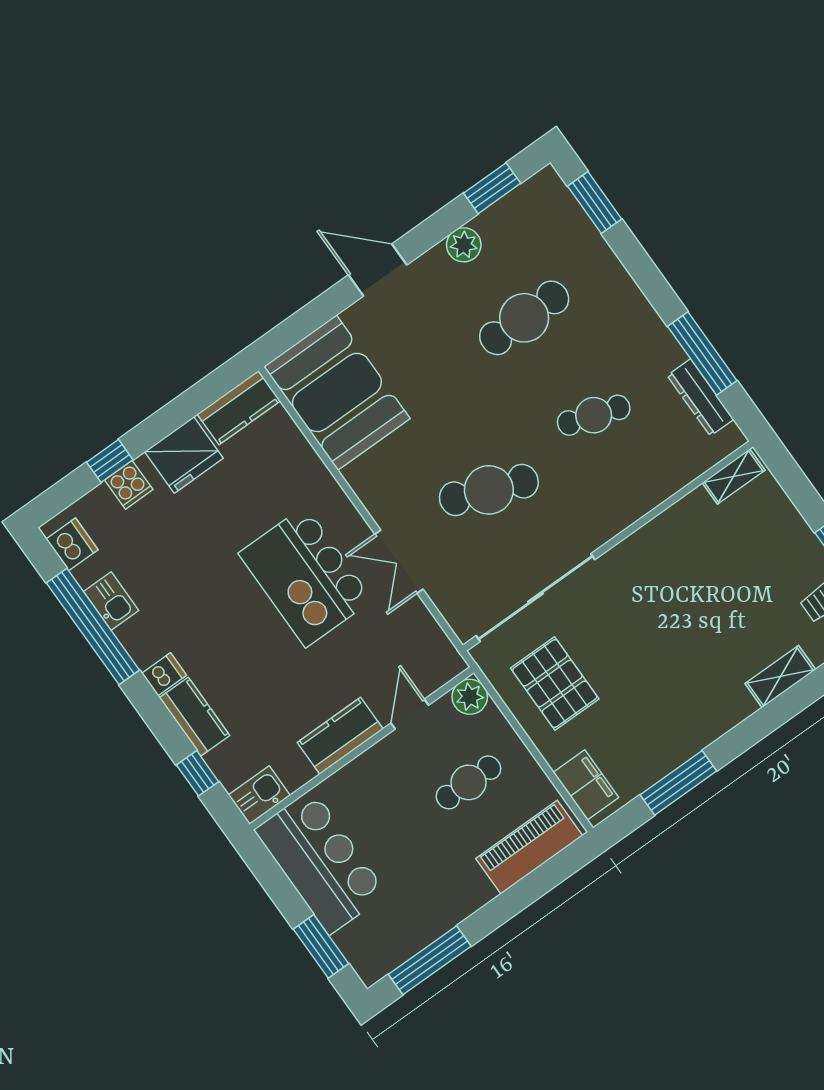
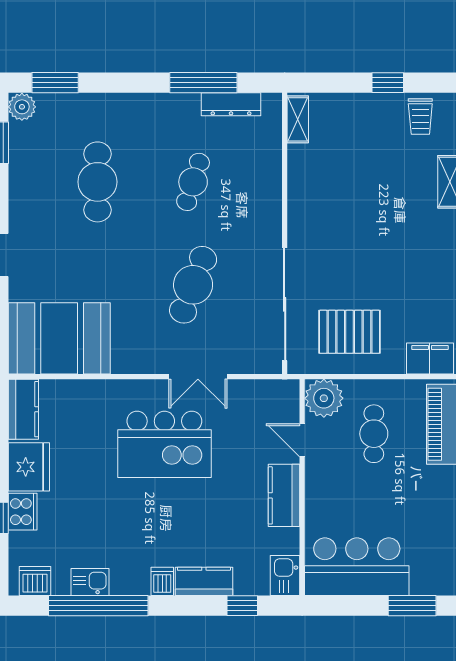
plant: (464, 245) -> (22, 107), moved
cooker: (129, 485) -> (23, 512), width x1.36
plant: (470, 697) -> (324, 398), width x1.36, depth x1.36

